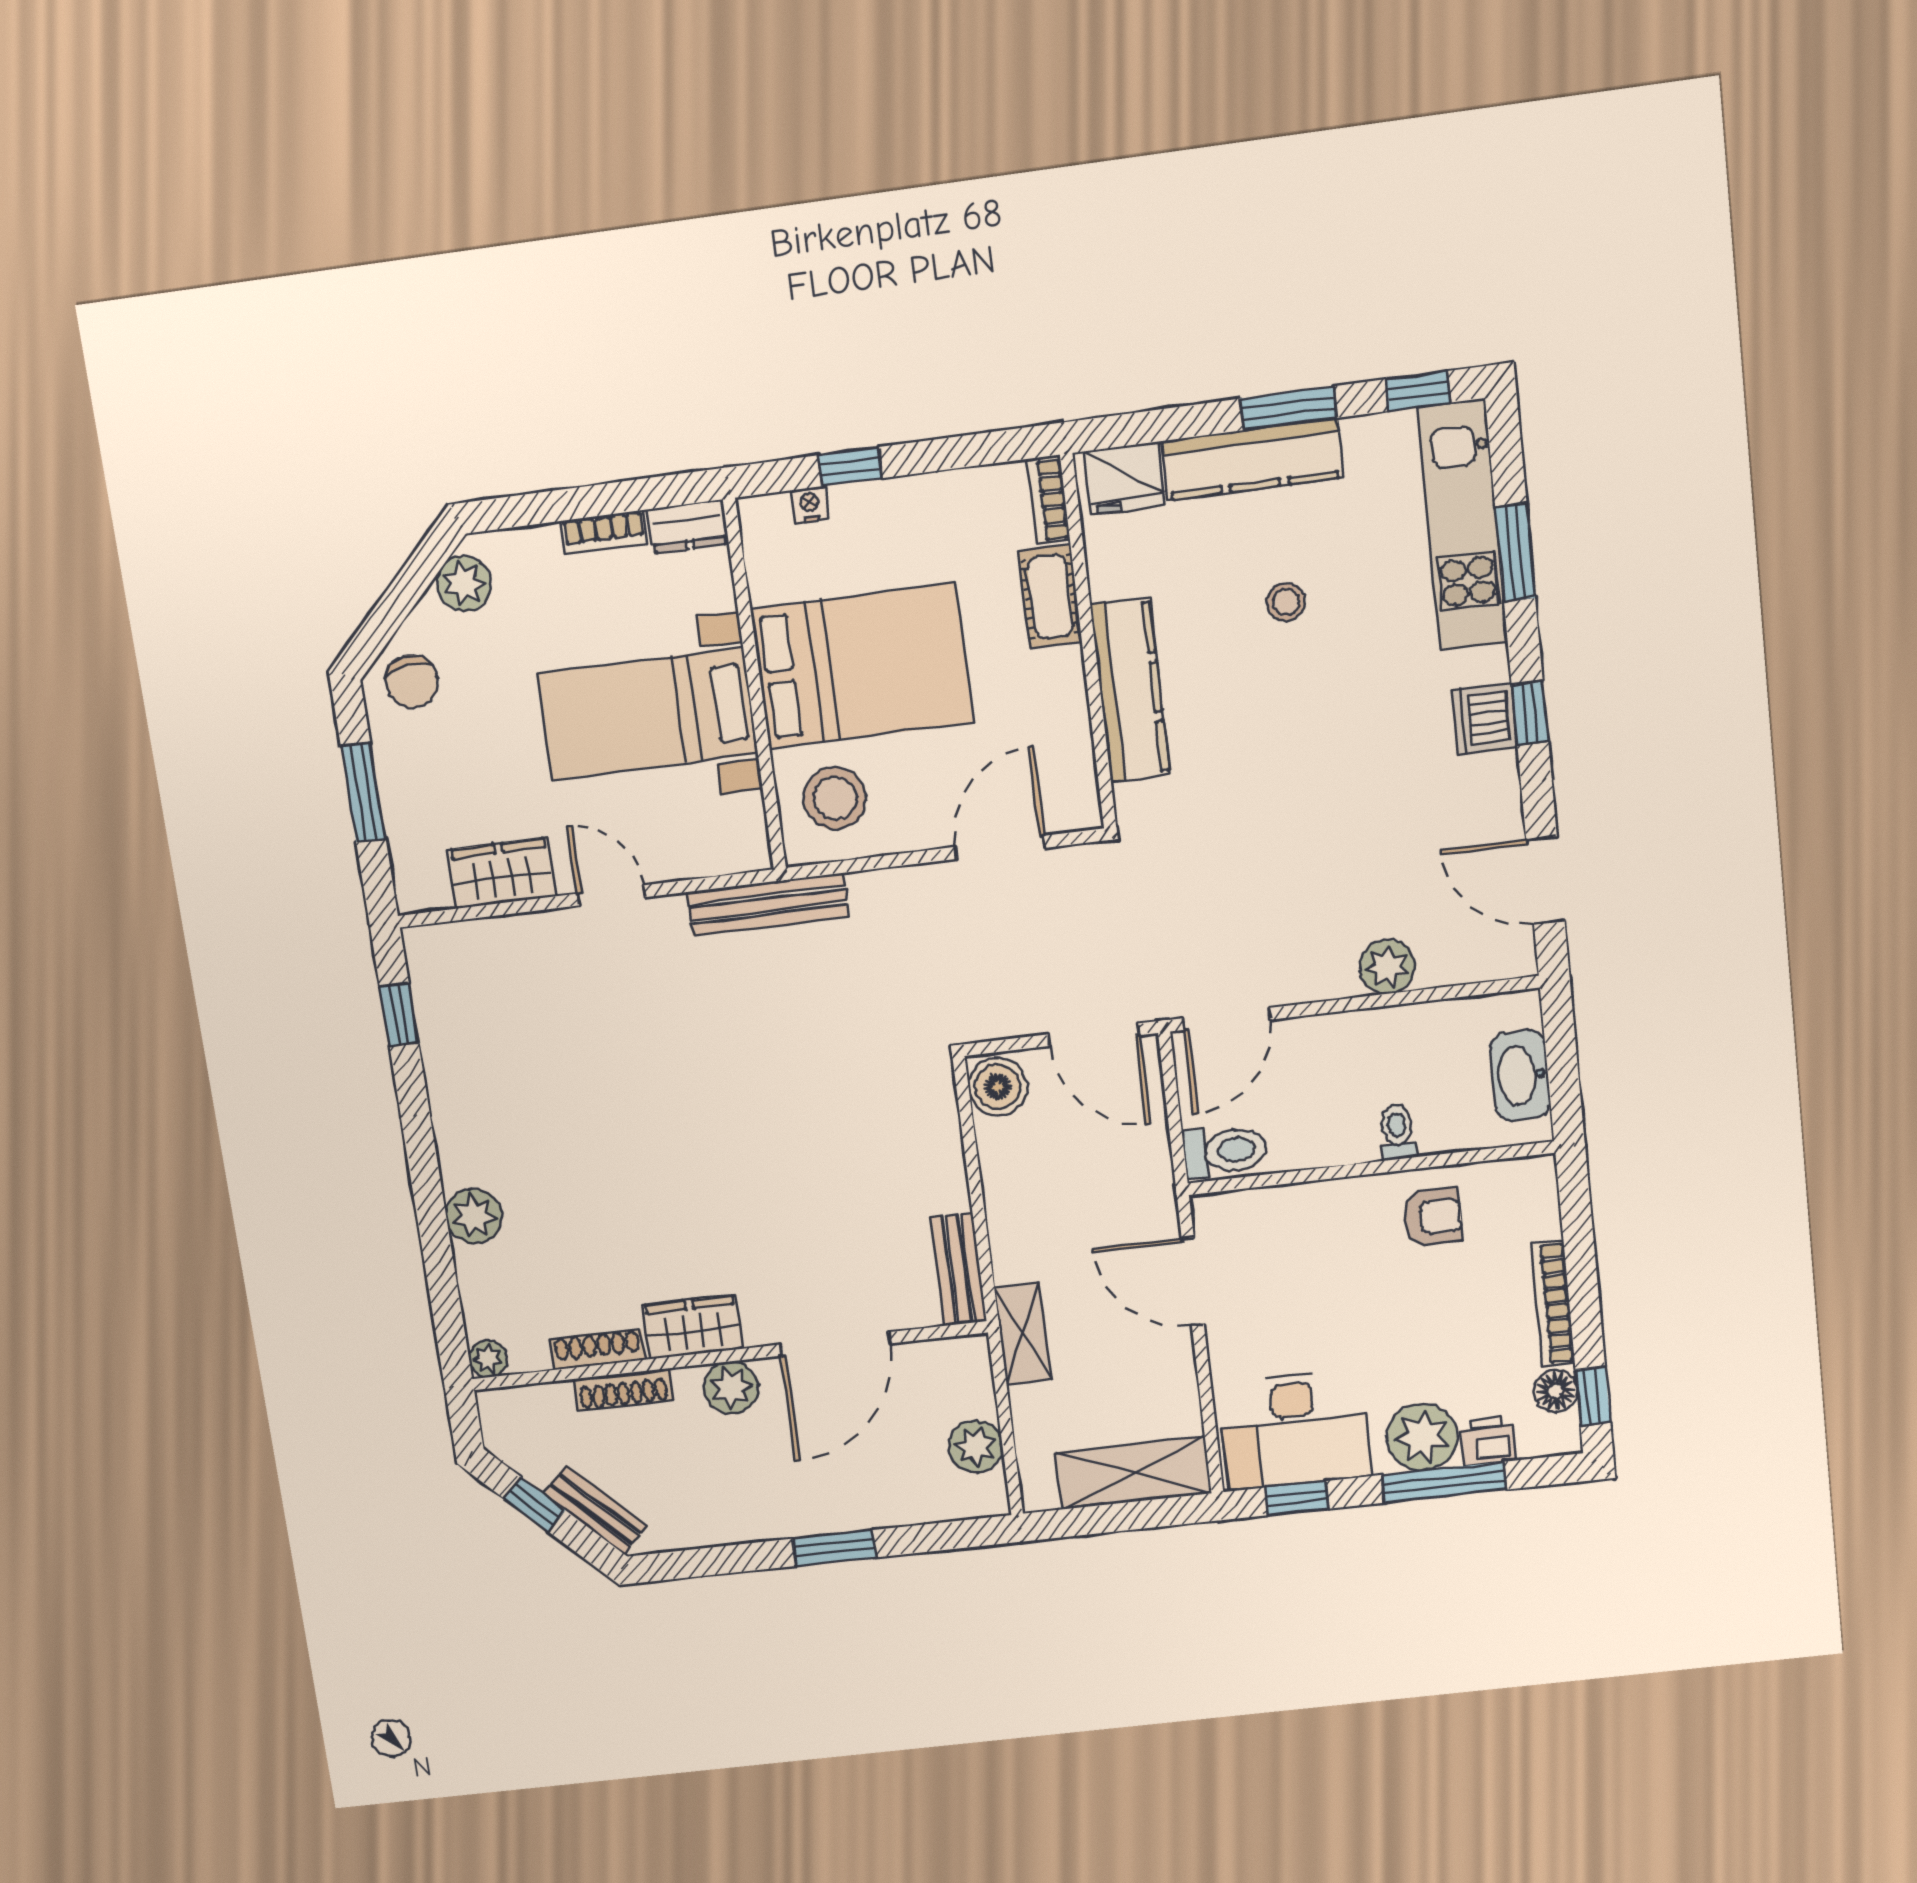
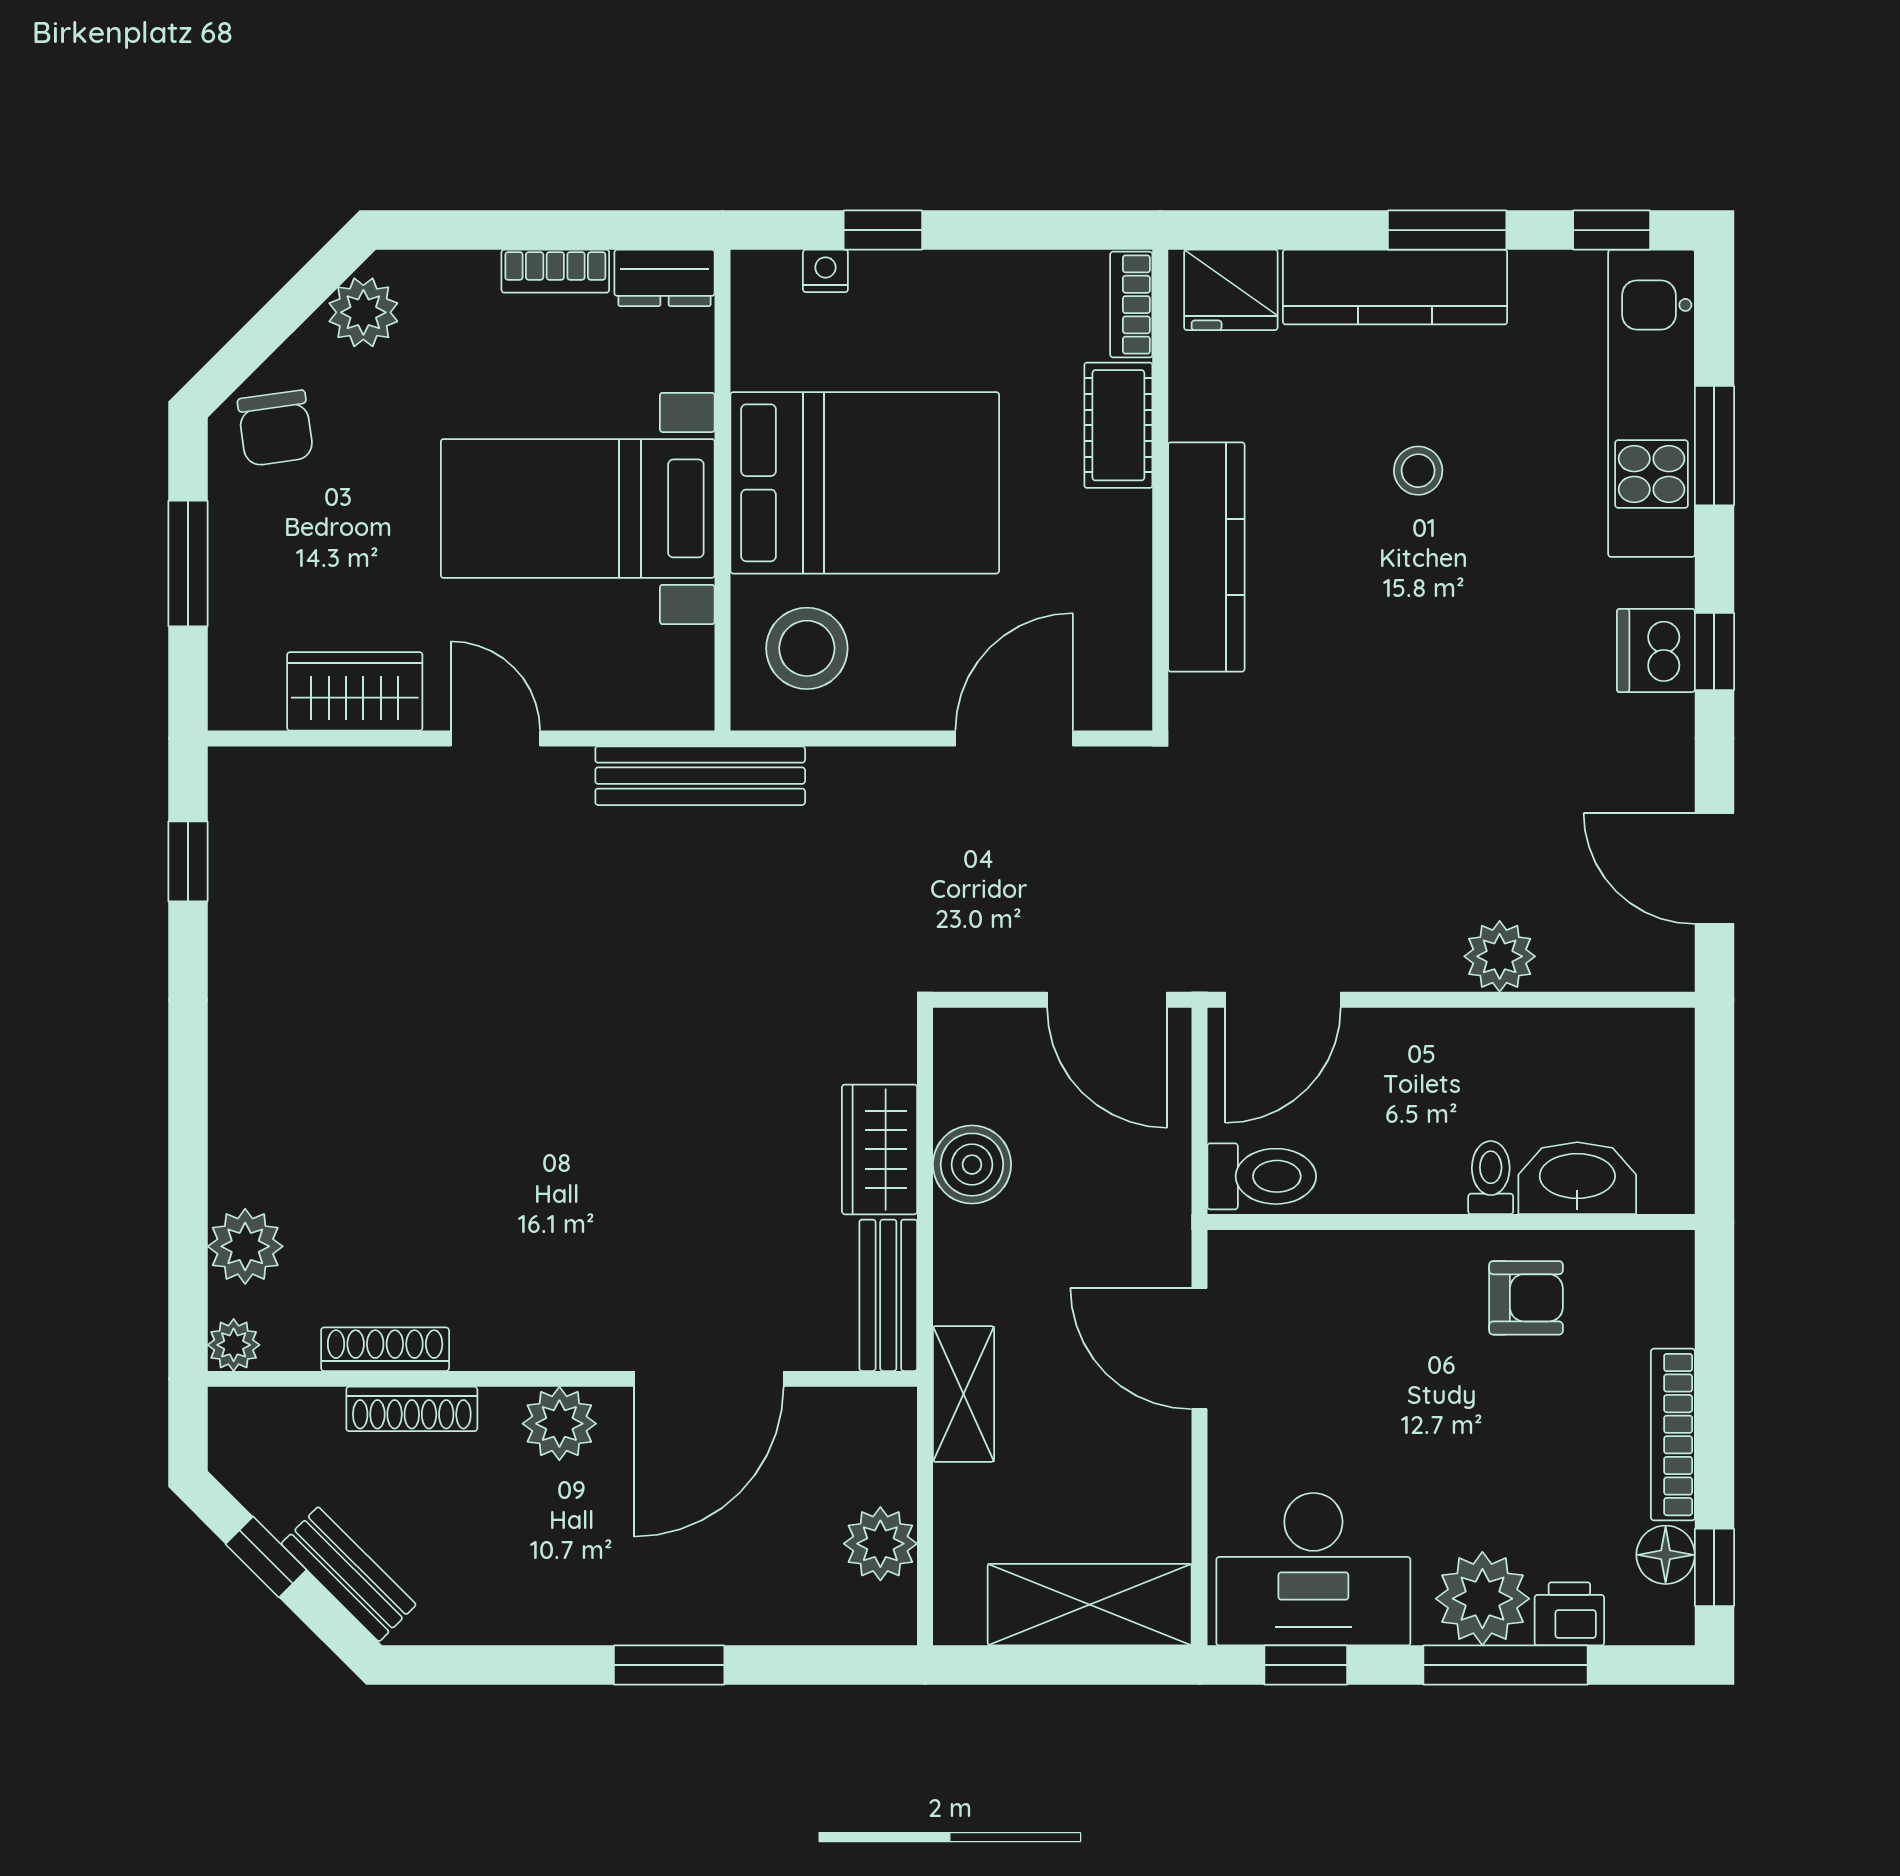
washbasin: (1521, 1075) -> (1577, 1178), moved, turned 90
boiler: (998, 1087) -> (972, 1165), moved
plant: (474, 1216) -> (245, 1246), moved
wardrobe: (693, 1327) -> (880, 1149), moved, turned -90

